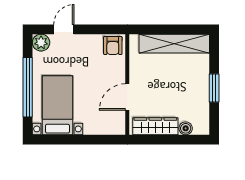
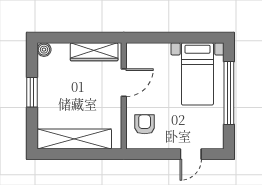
plant: (41, 43) -> (215, 140), removed
armchair: (113, 45) -> (145, 124), moved
boiler: (186, 128) -> (44, 50), moved

